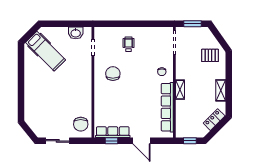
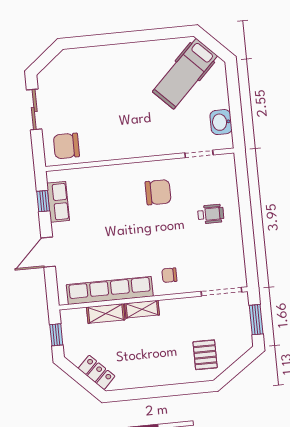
shelving: (221, 90) -> (106, 314), moved
row of seats: (113, 132) -> (58, 202), width x0.68

